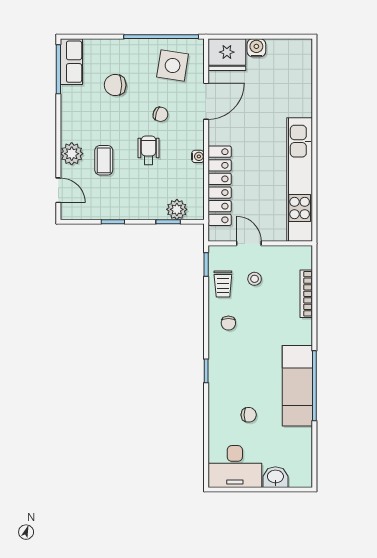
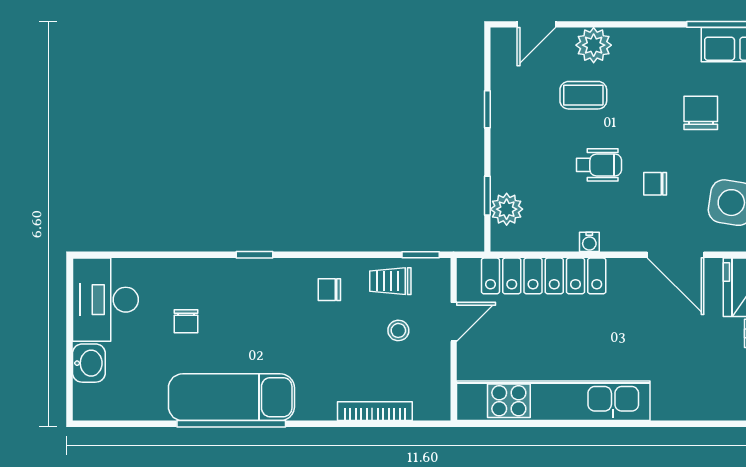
chair: (160, 114) -> (655, 184), turned 72

